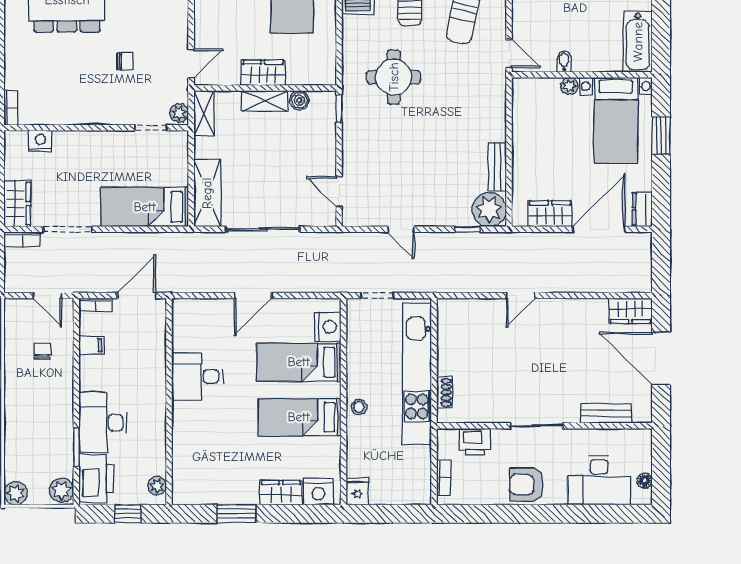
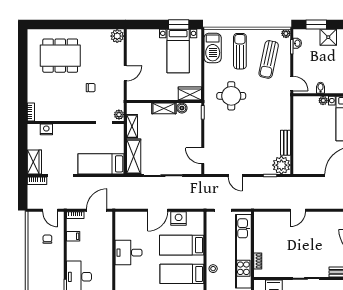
door: (191, 64) -> (125, 73), moved
wardrobe: (263, 73) -> (190, 94), moved
shelving: (204, 113) -> (132, 126), moved
wardrobe: (550, 214) -> (313, 167), removed
nightstand: (328, 327) -> (179, 218), moved, turned -90

